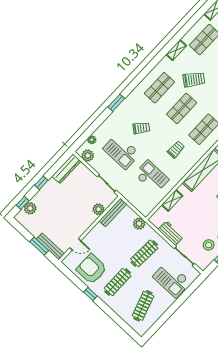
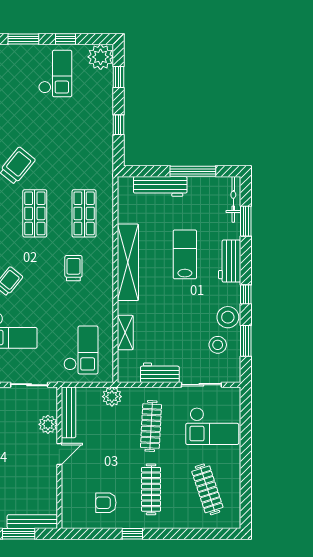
checkout: (152, 177) -> (81, 350), moved, turned 90
door: (75, 244) -> (59, 454), moved
armchair: (92, 269) -> (106, 503), width x0.53, depth x0.53

